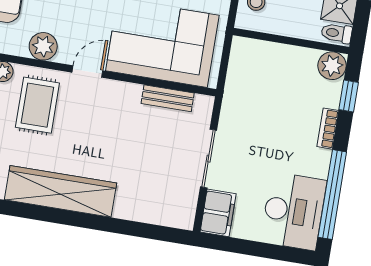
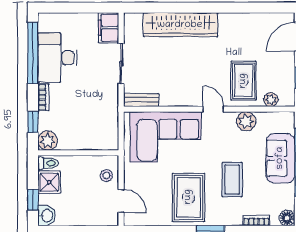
door: (87, 71) -> (213, 109), swing flipped
bench: (168, 98) -> (141, 100), moved
wardrobe: (61, 191) -> (180, 25), moved
desk: (293, 211) -> (57, 58), moved

